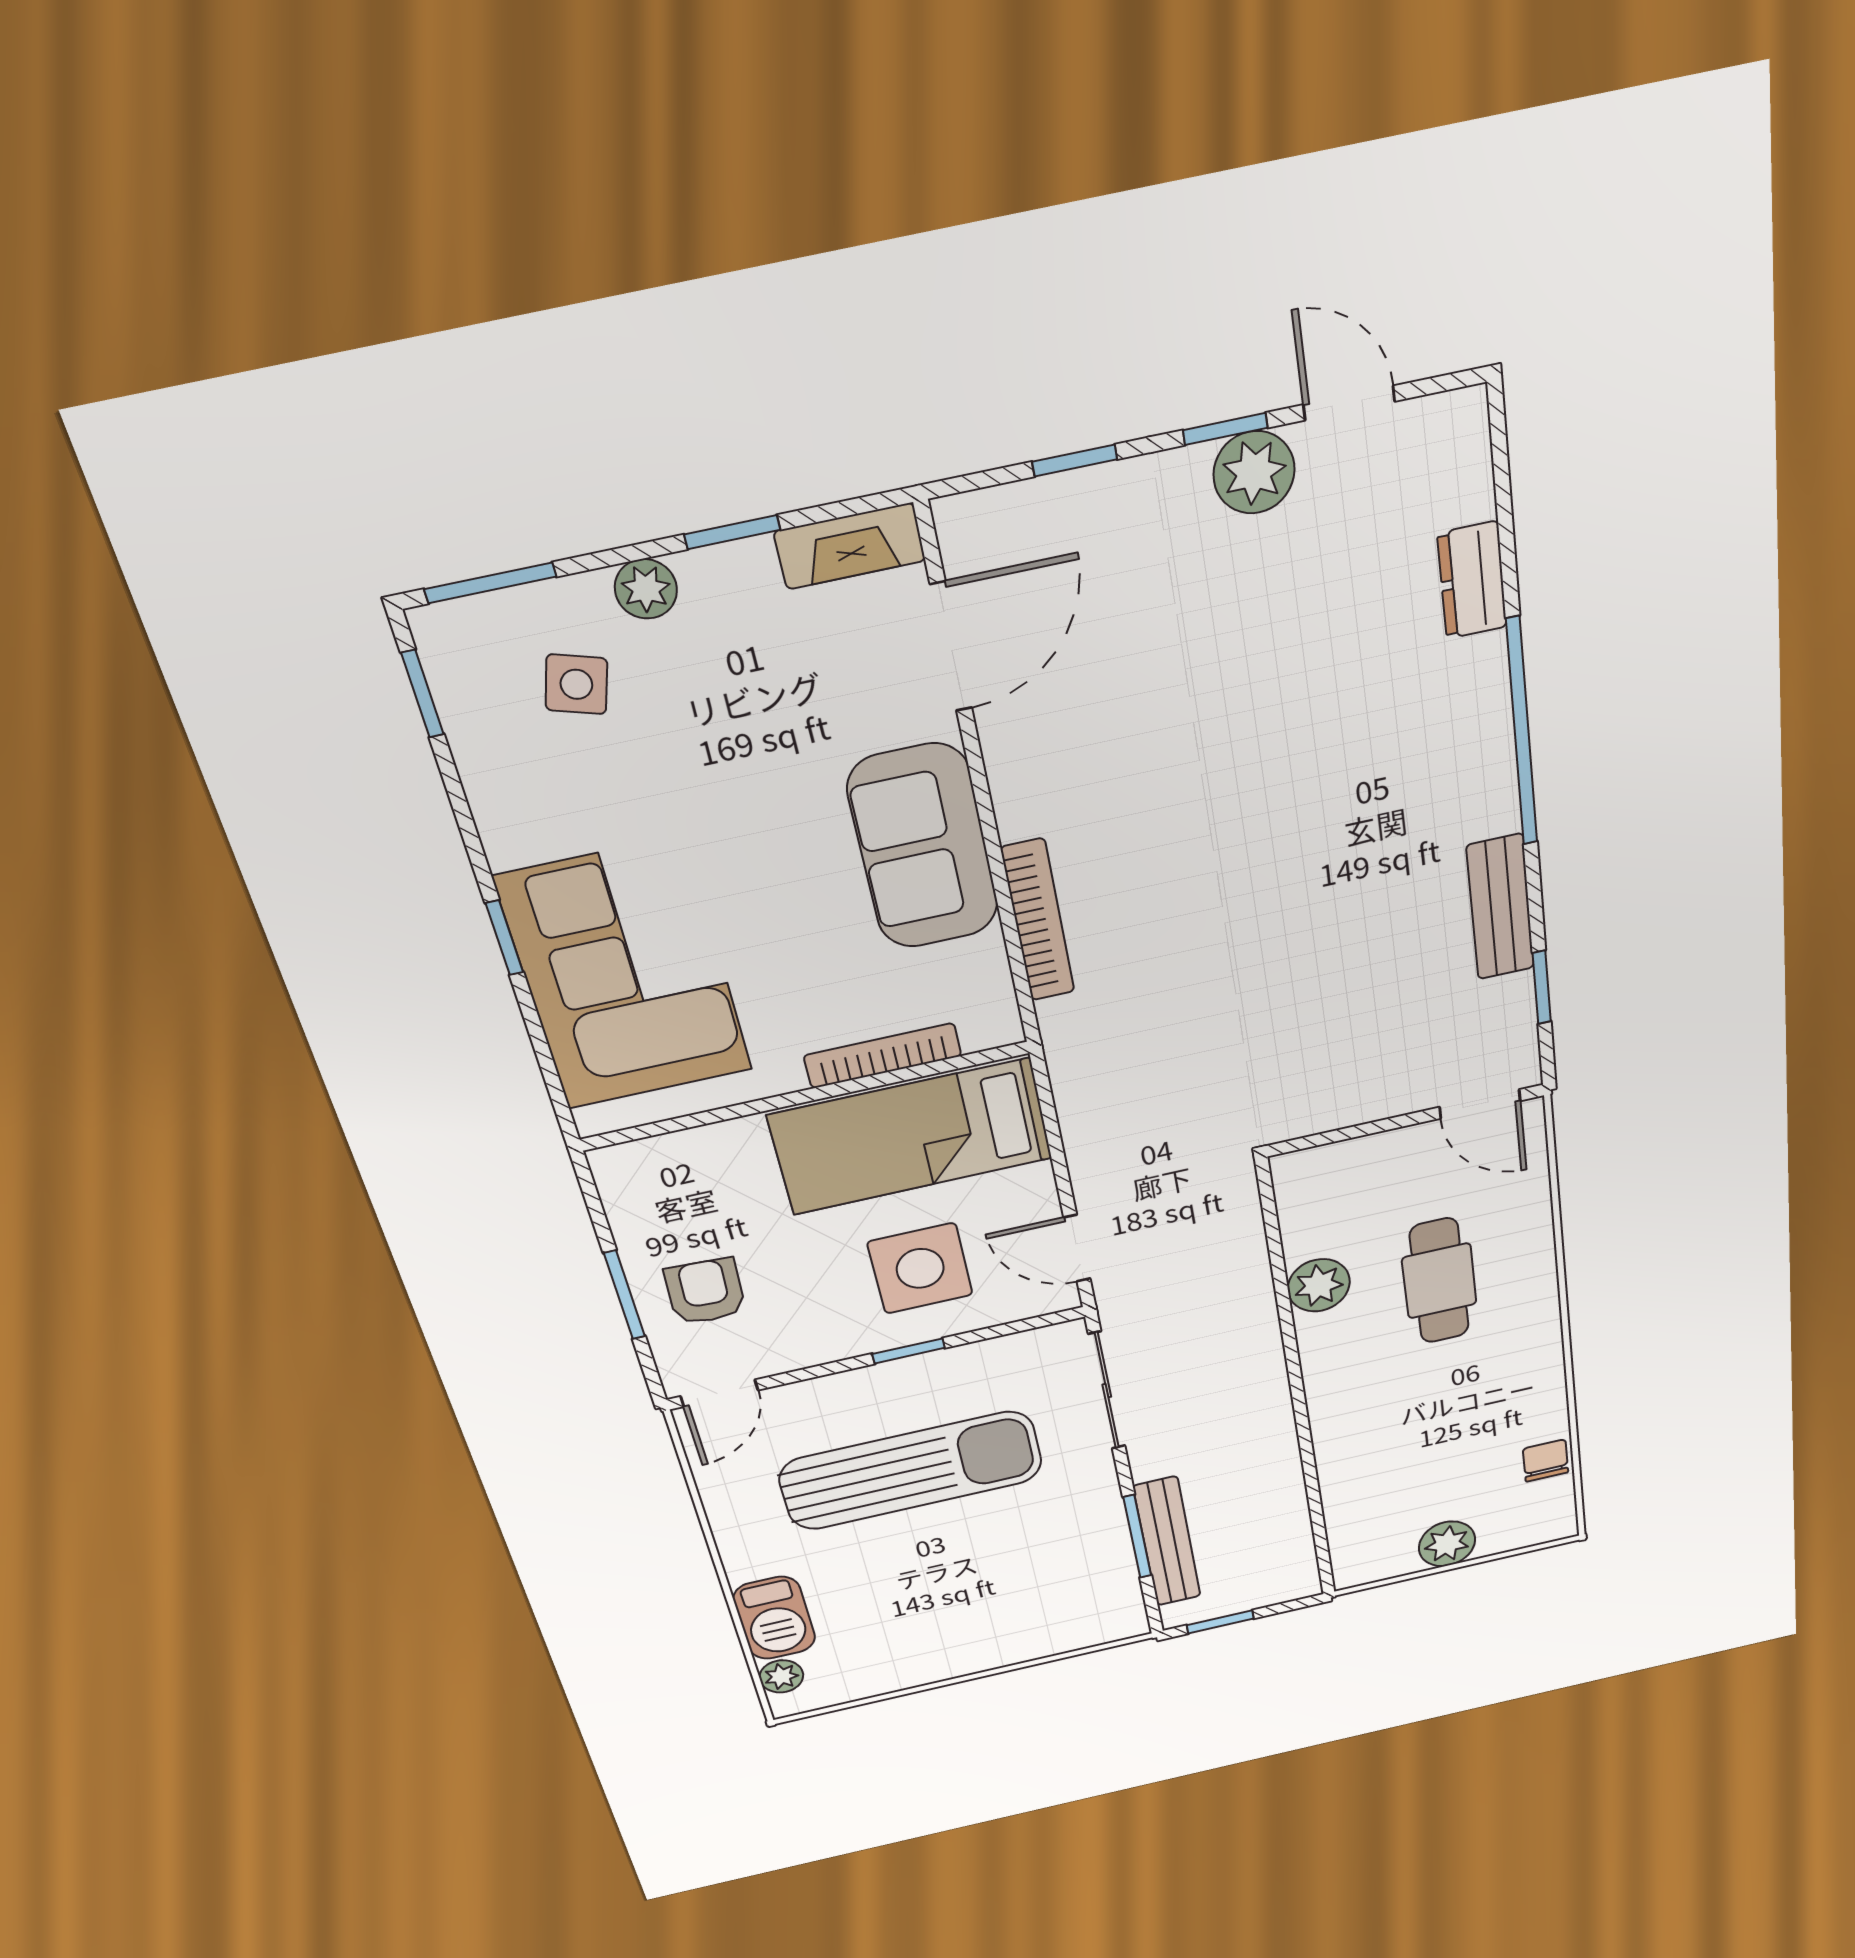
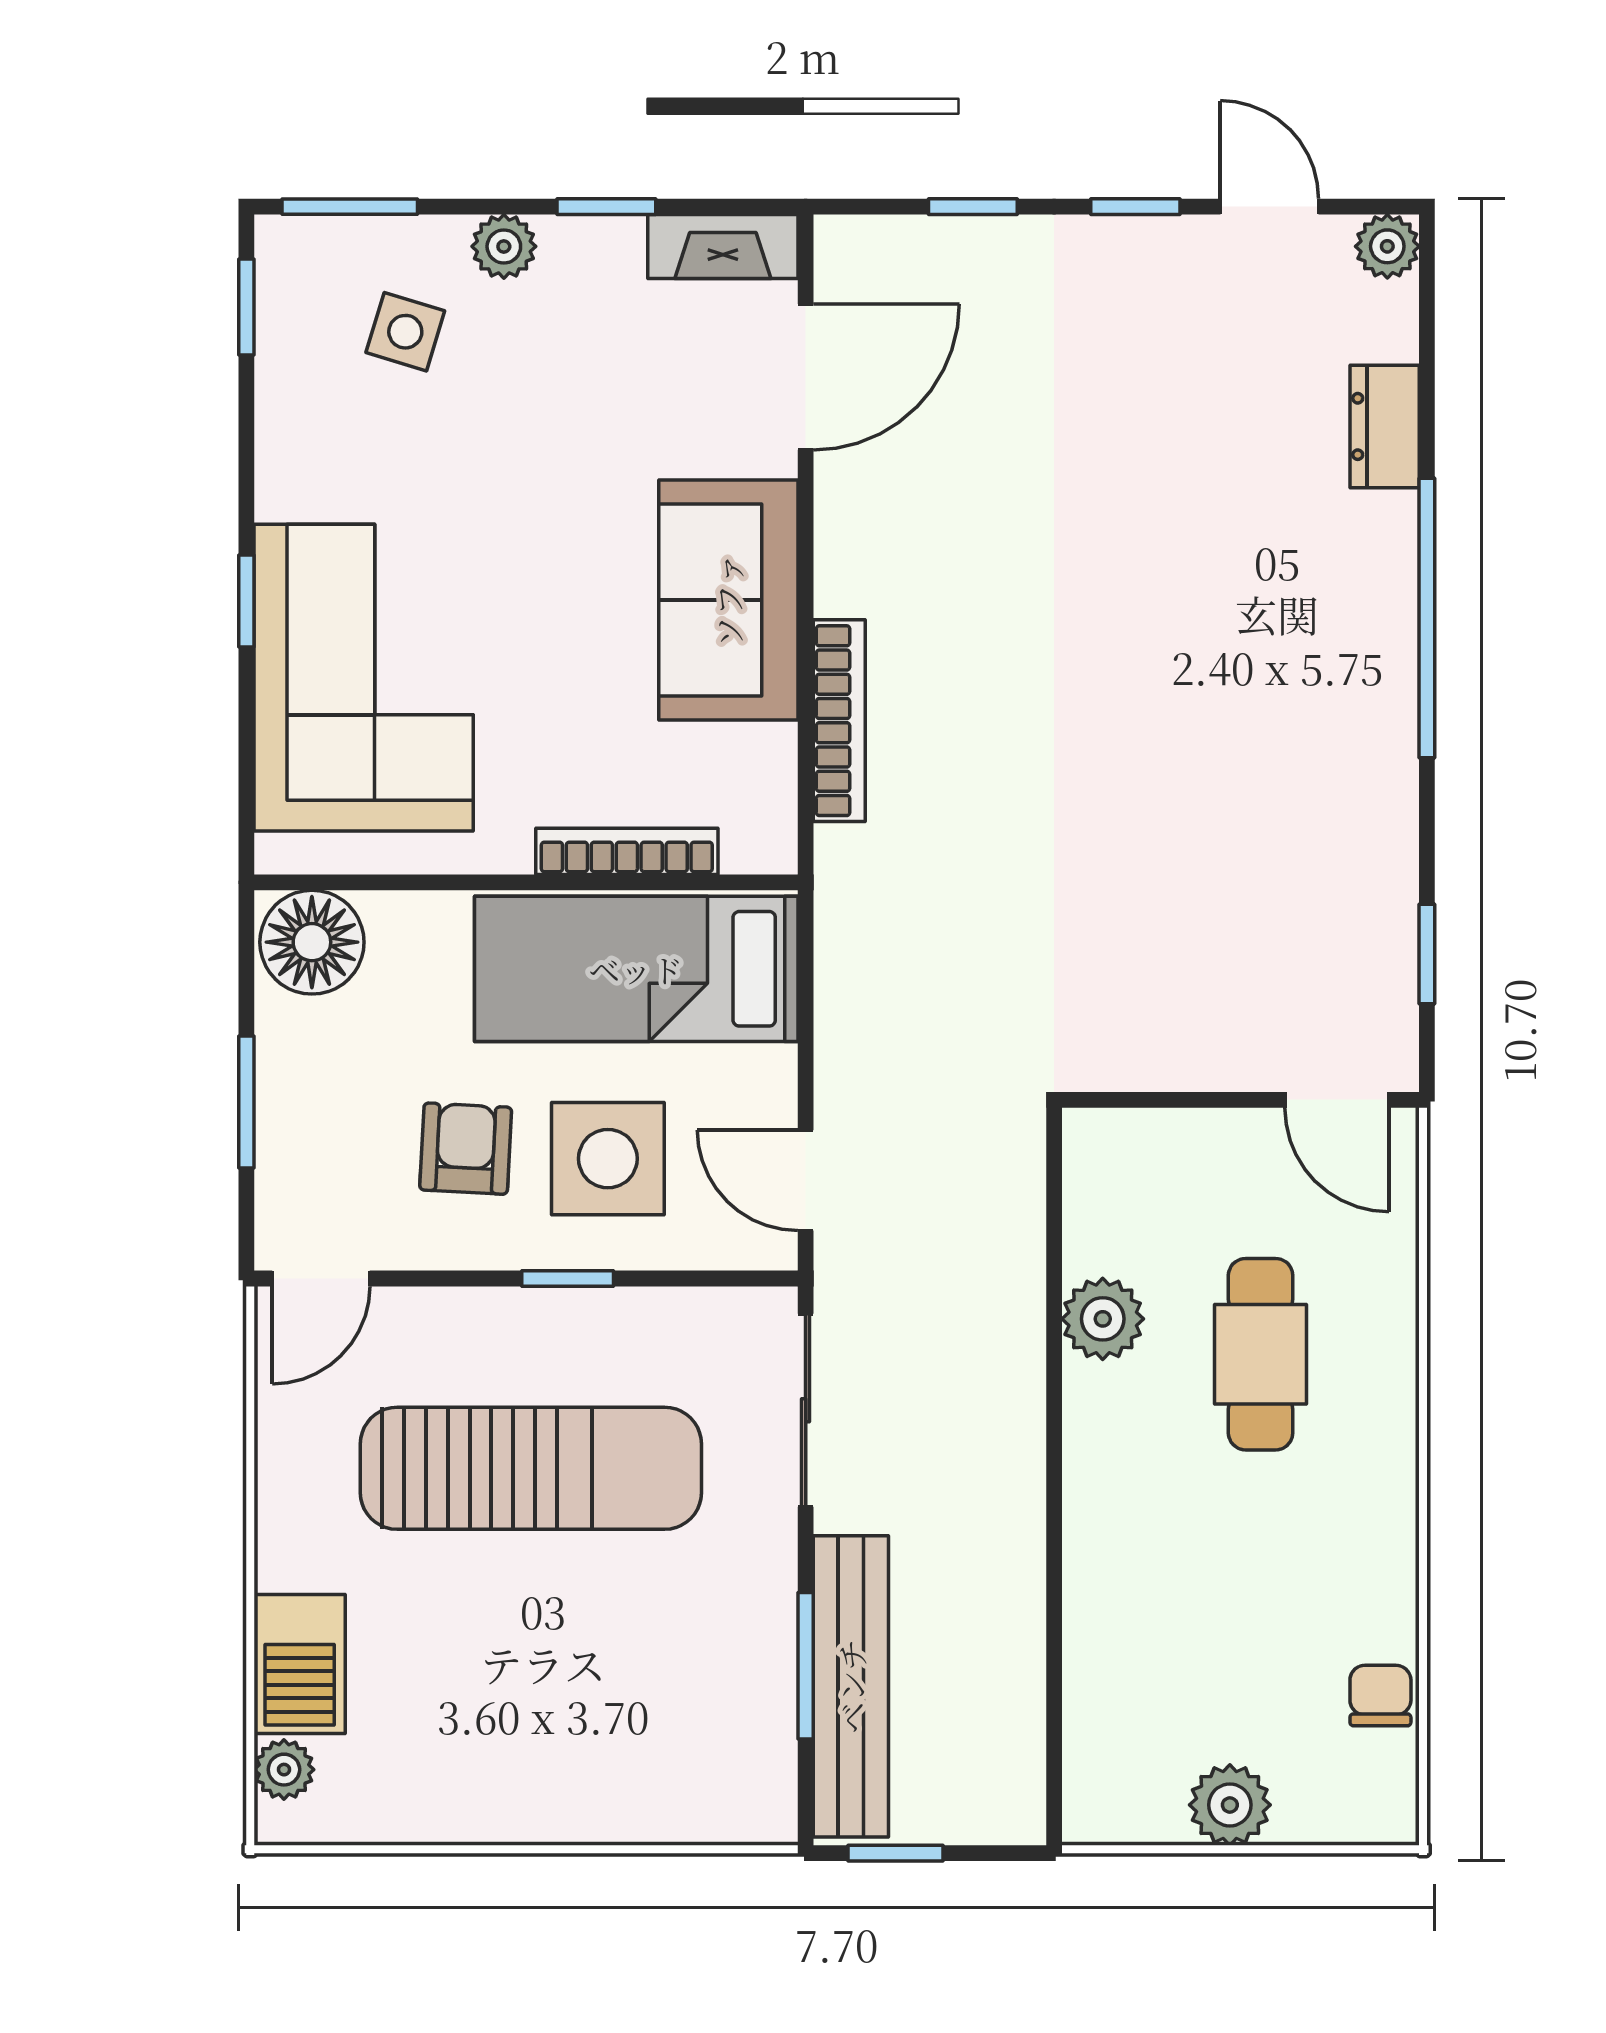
plant: (1254, 472) -> (1387, 246), moved, width x0.73, depth x0.73
bench: (1500, 907) -> (1385, 833), removed
floor lamp: (642, 1176) -> (312, 942), added
armchair: (705, 1291) -> (466, 1149), moved
bench: (1167, 1542) -> (851, 1686), width x1.37, depth x1.21

